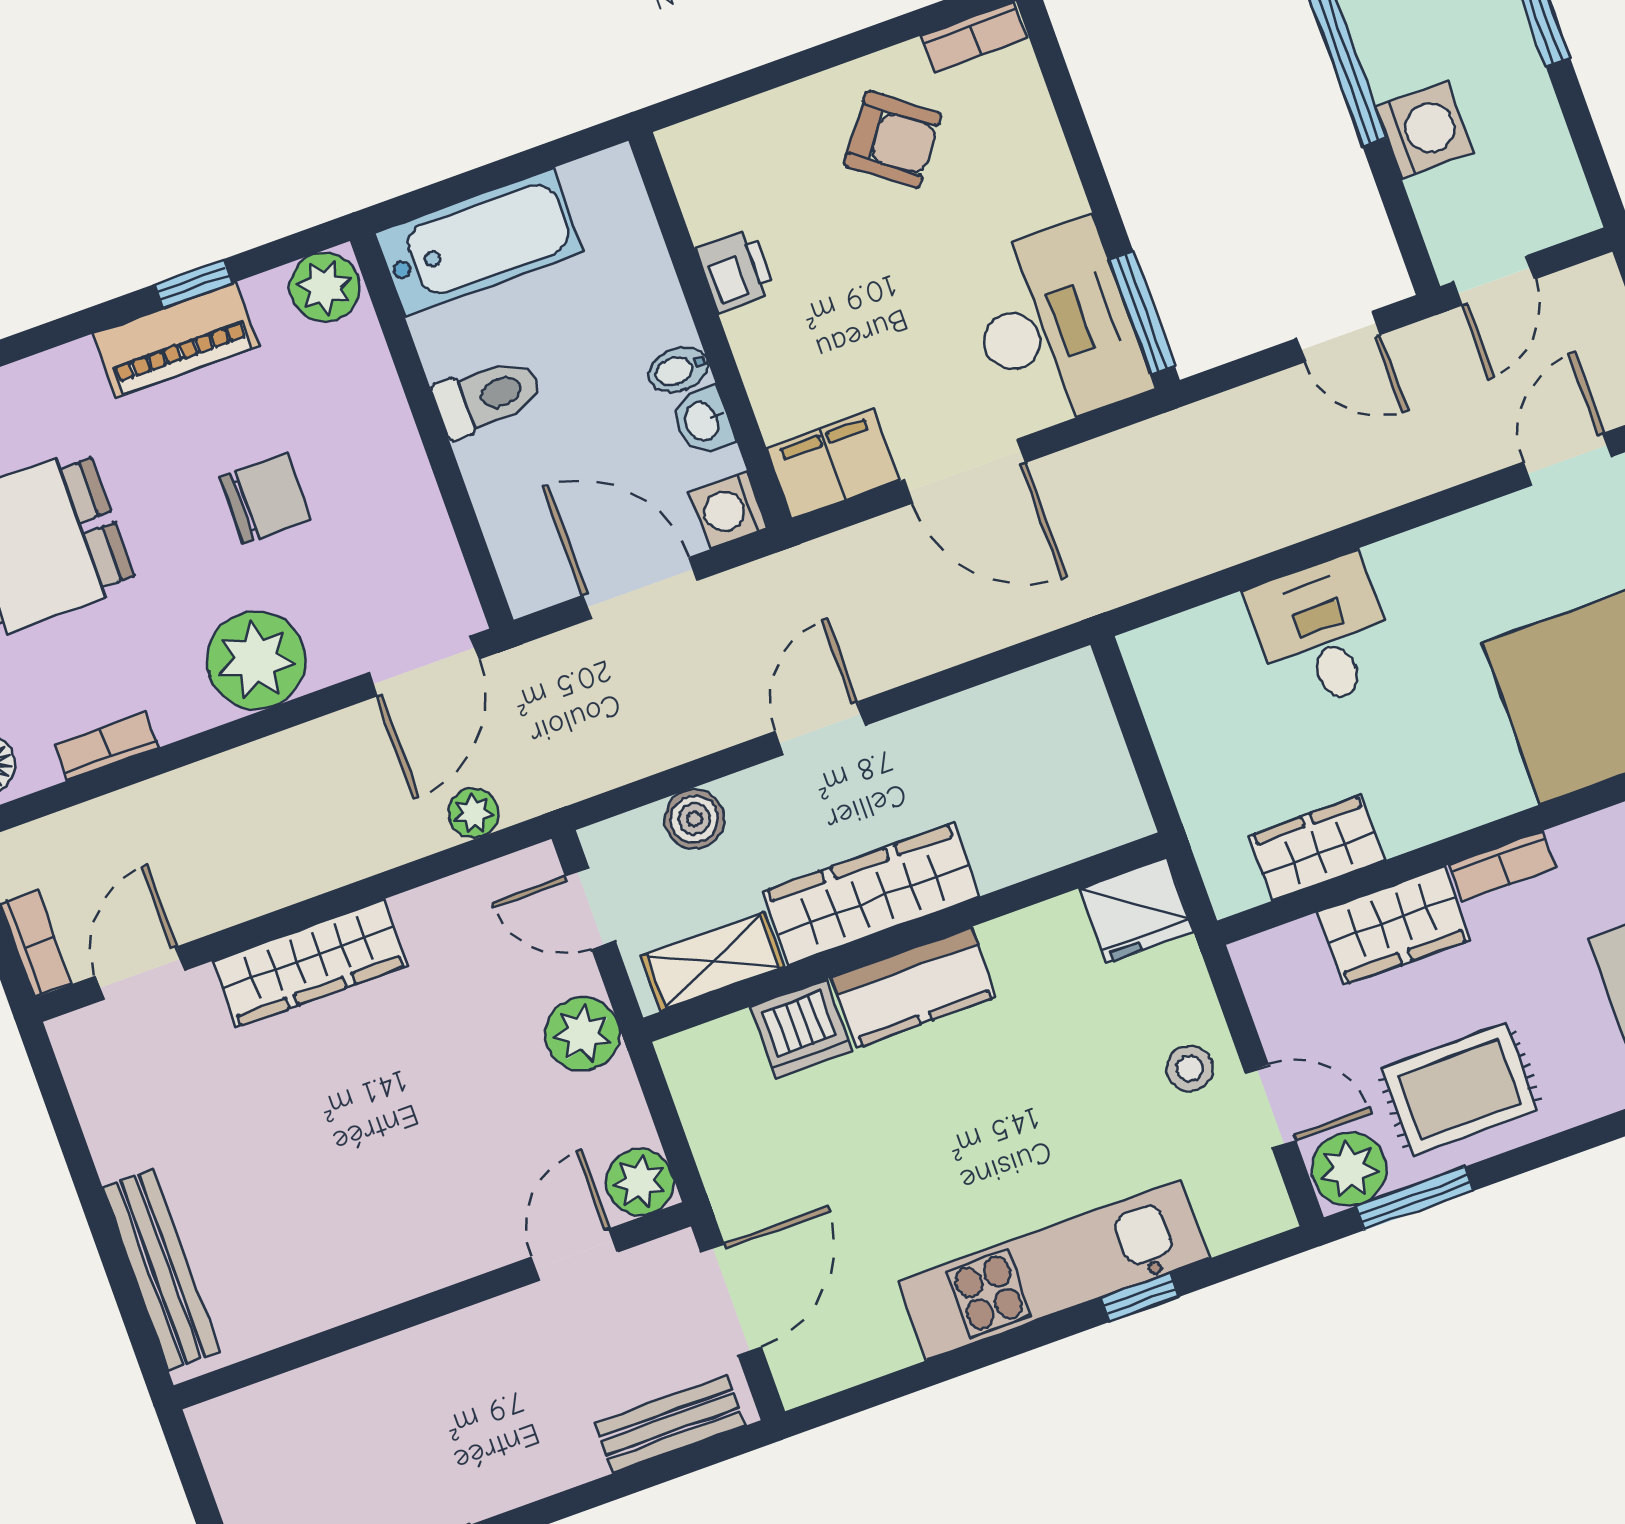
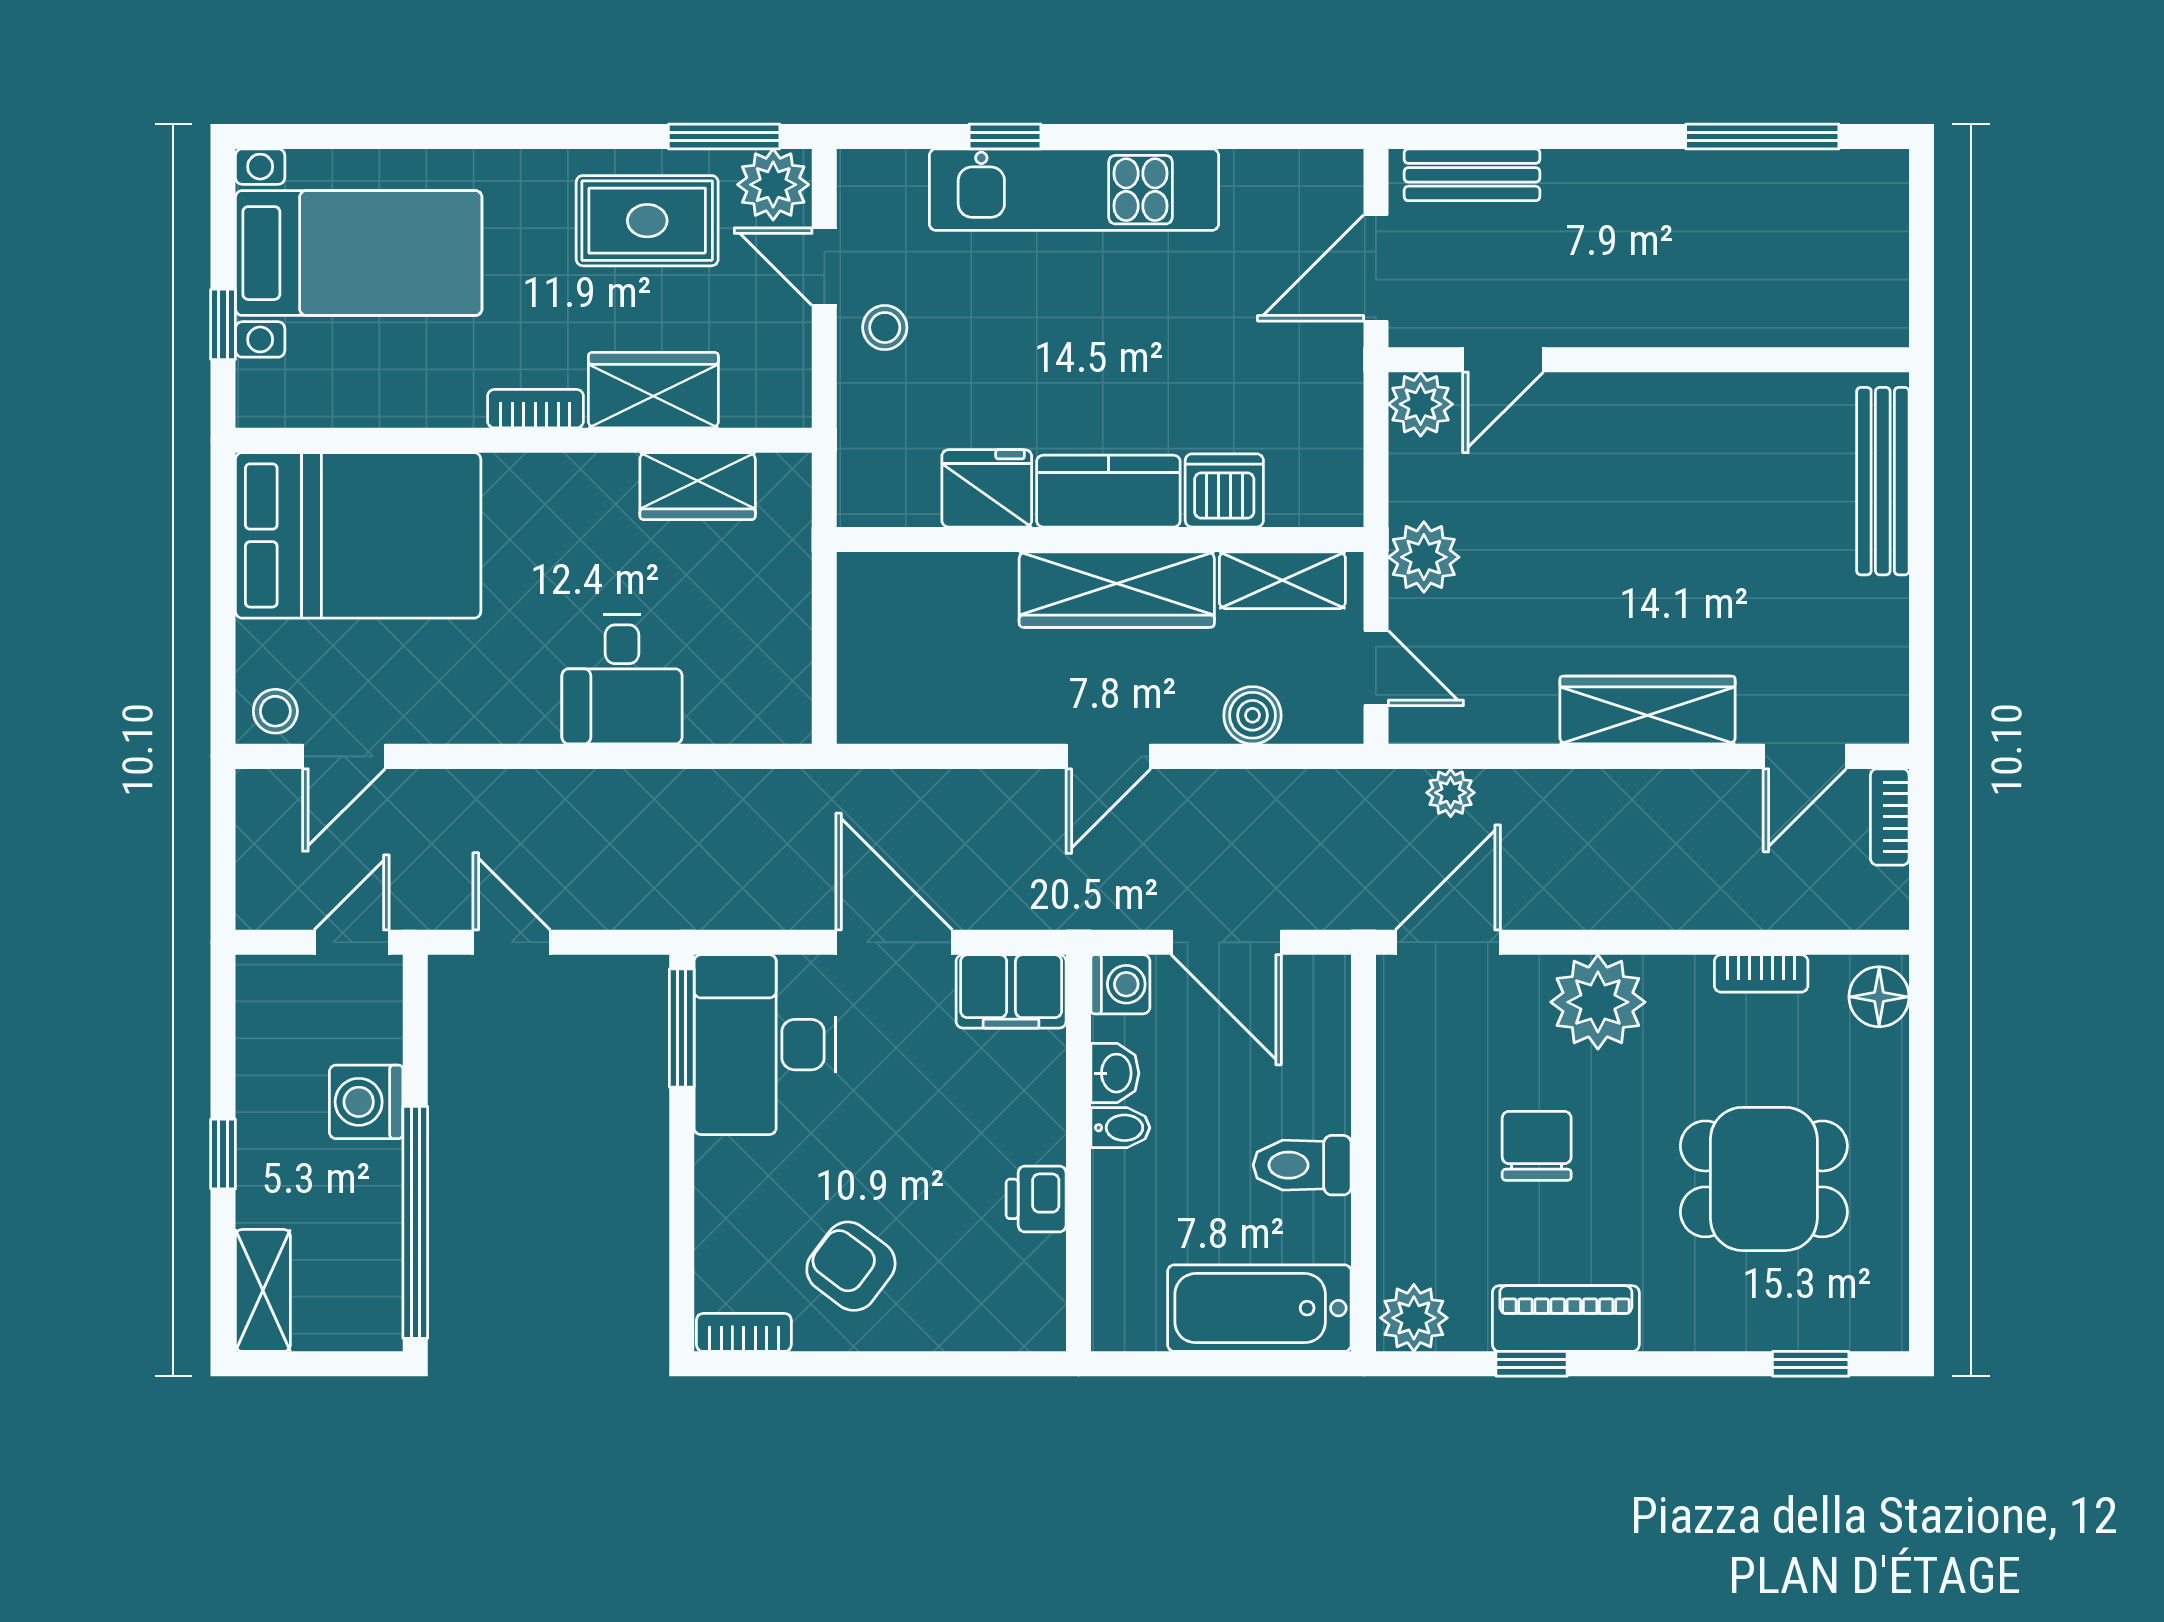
chair: (265, 498) -> (1537, 1146), turned 90
fridge: (1136, 910) -> (987, 488), moved

